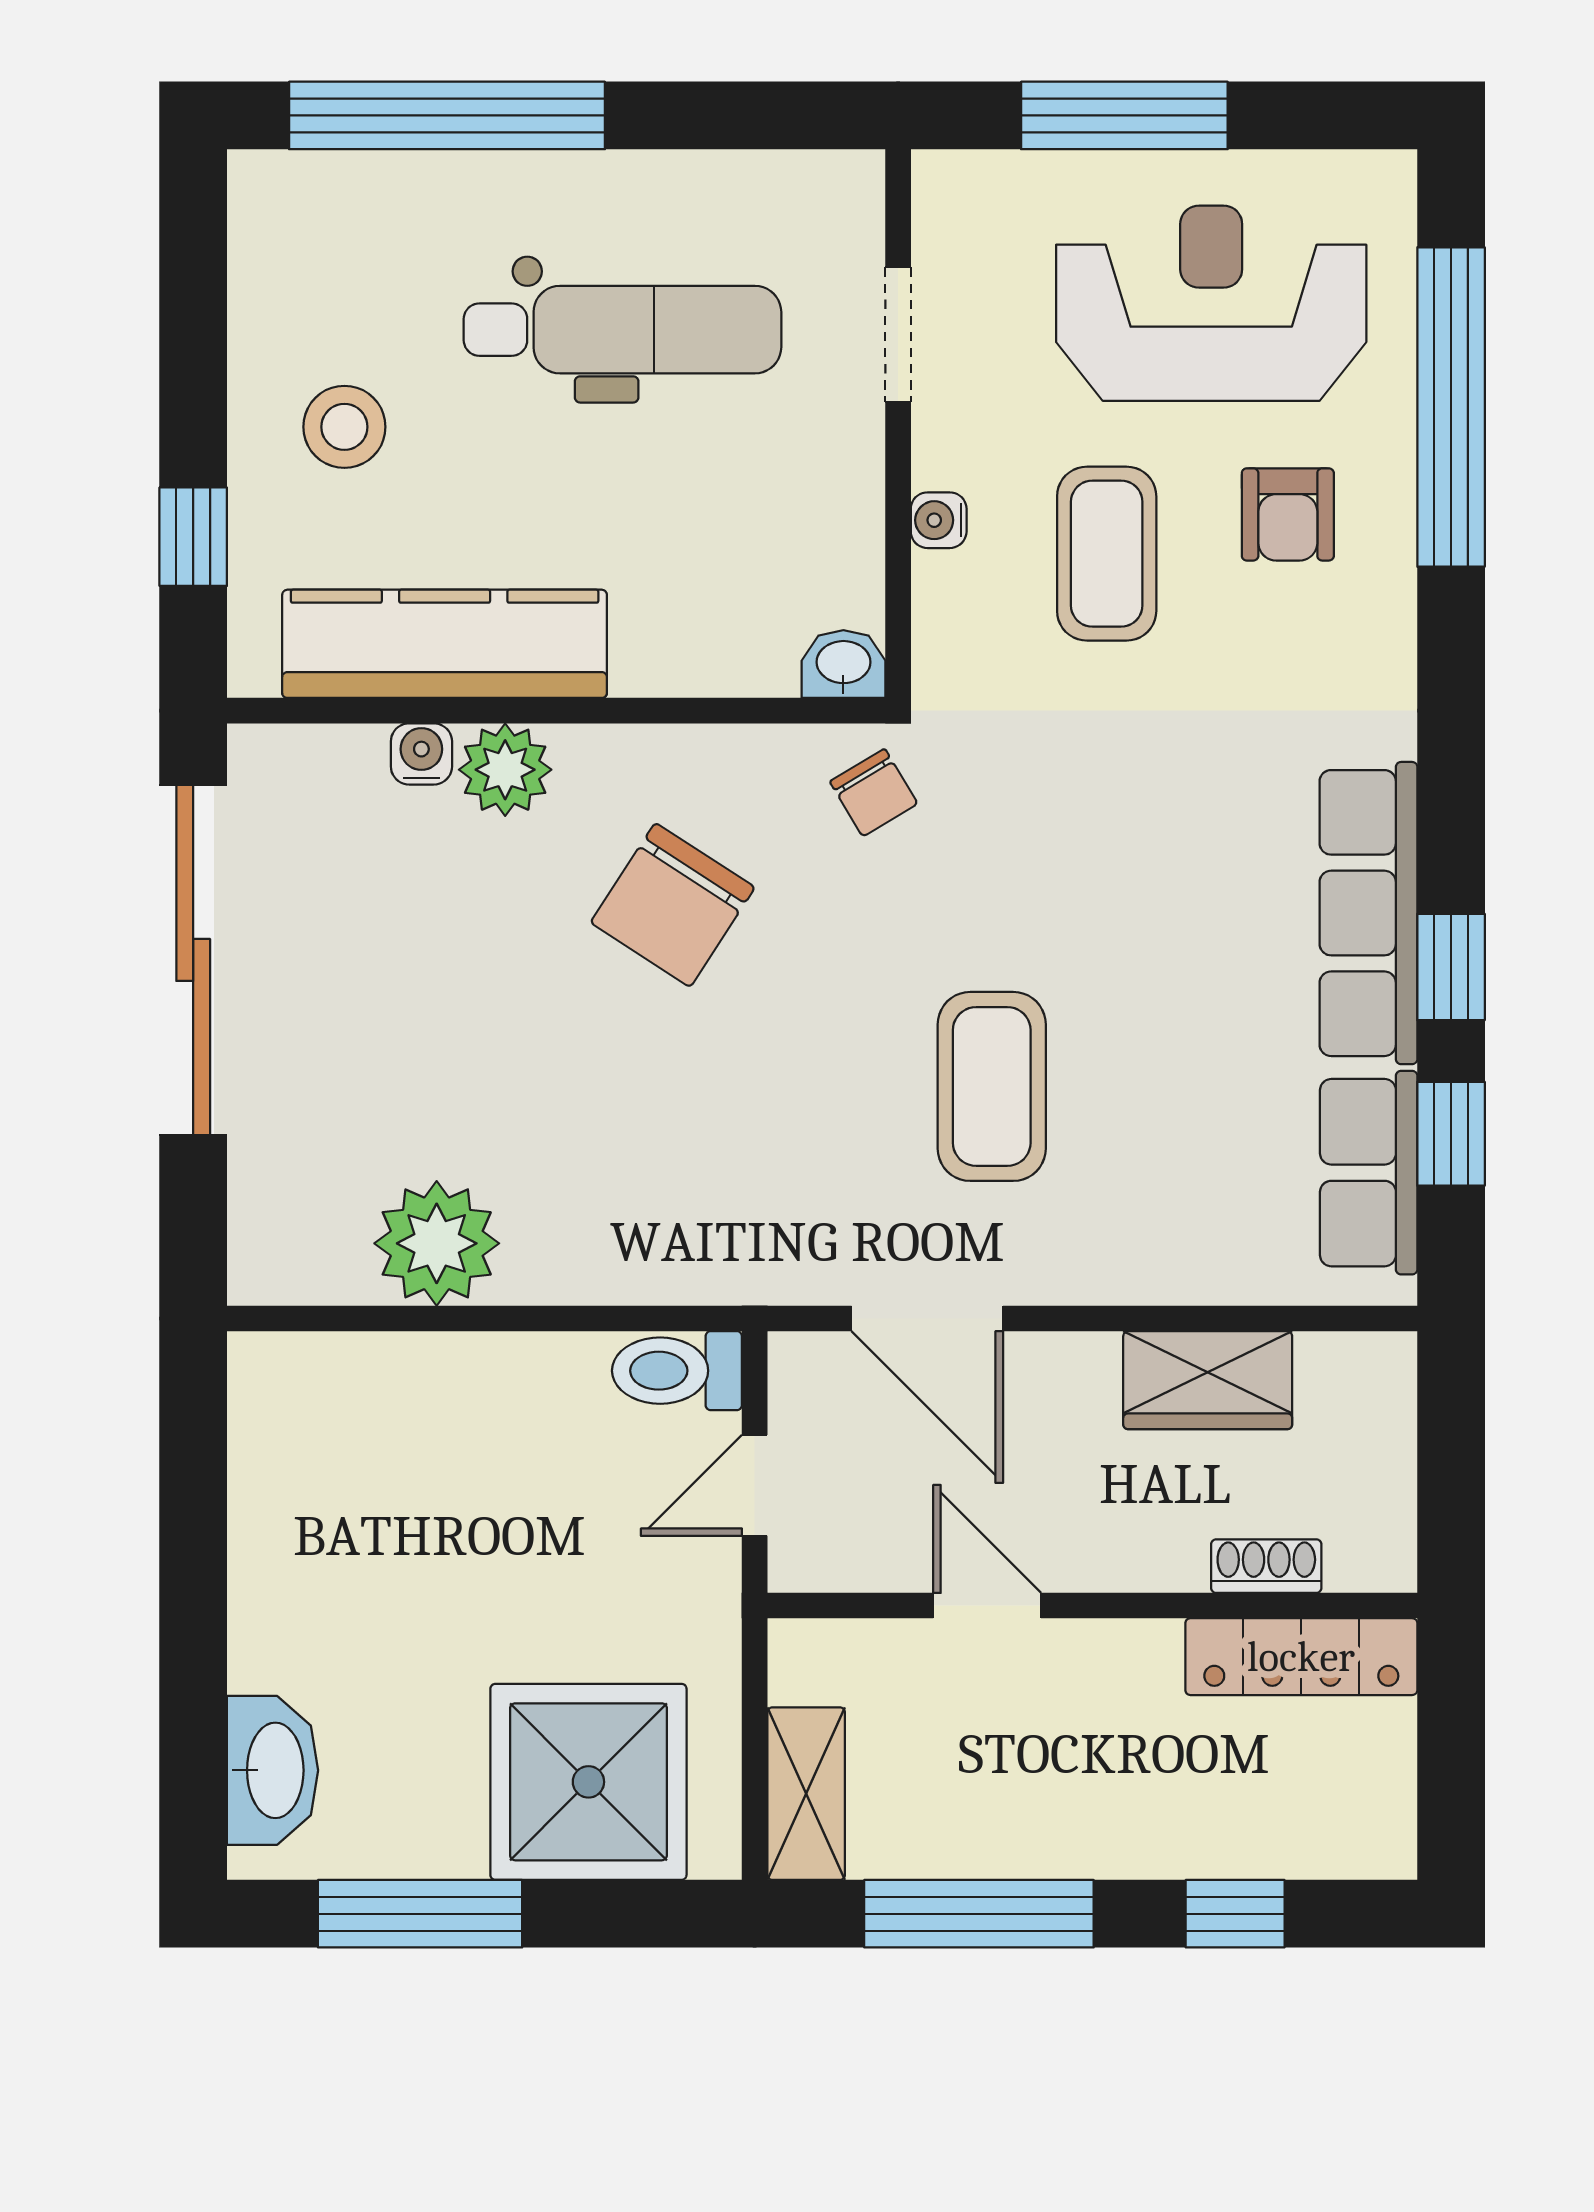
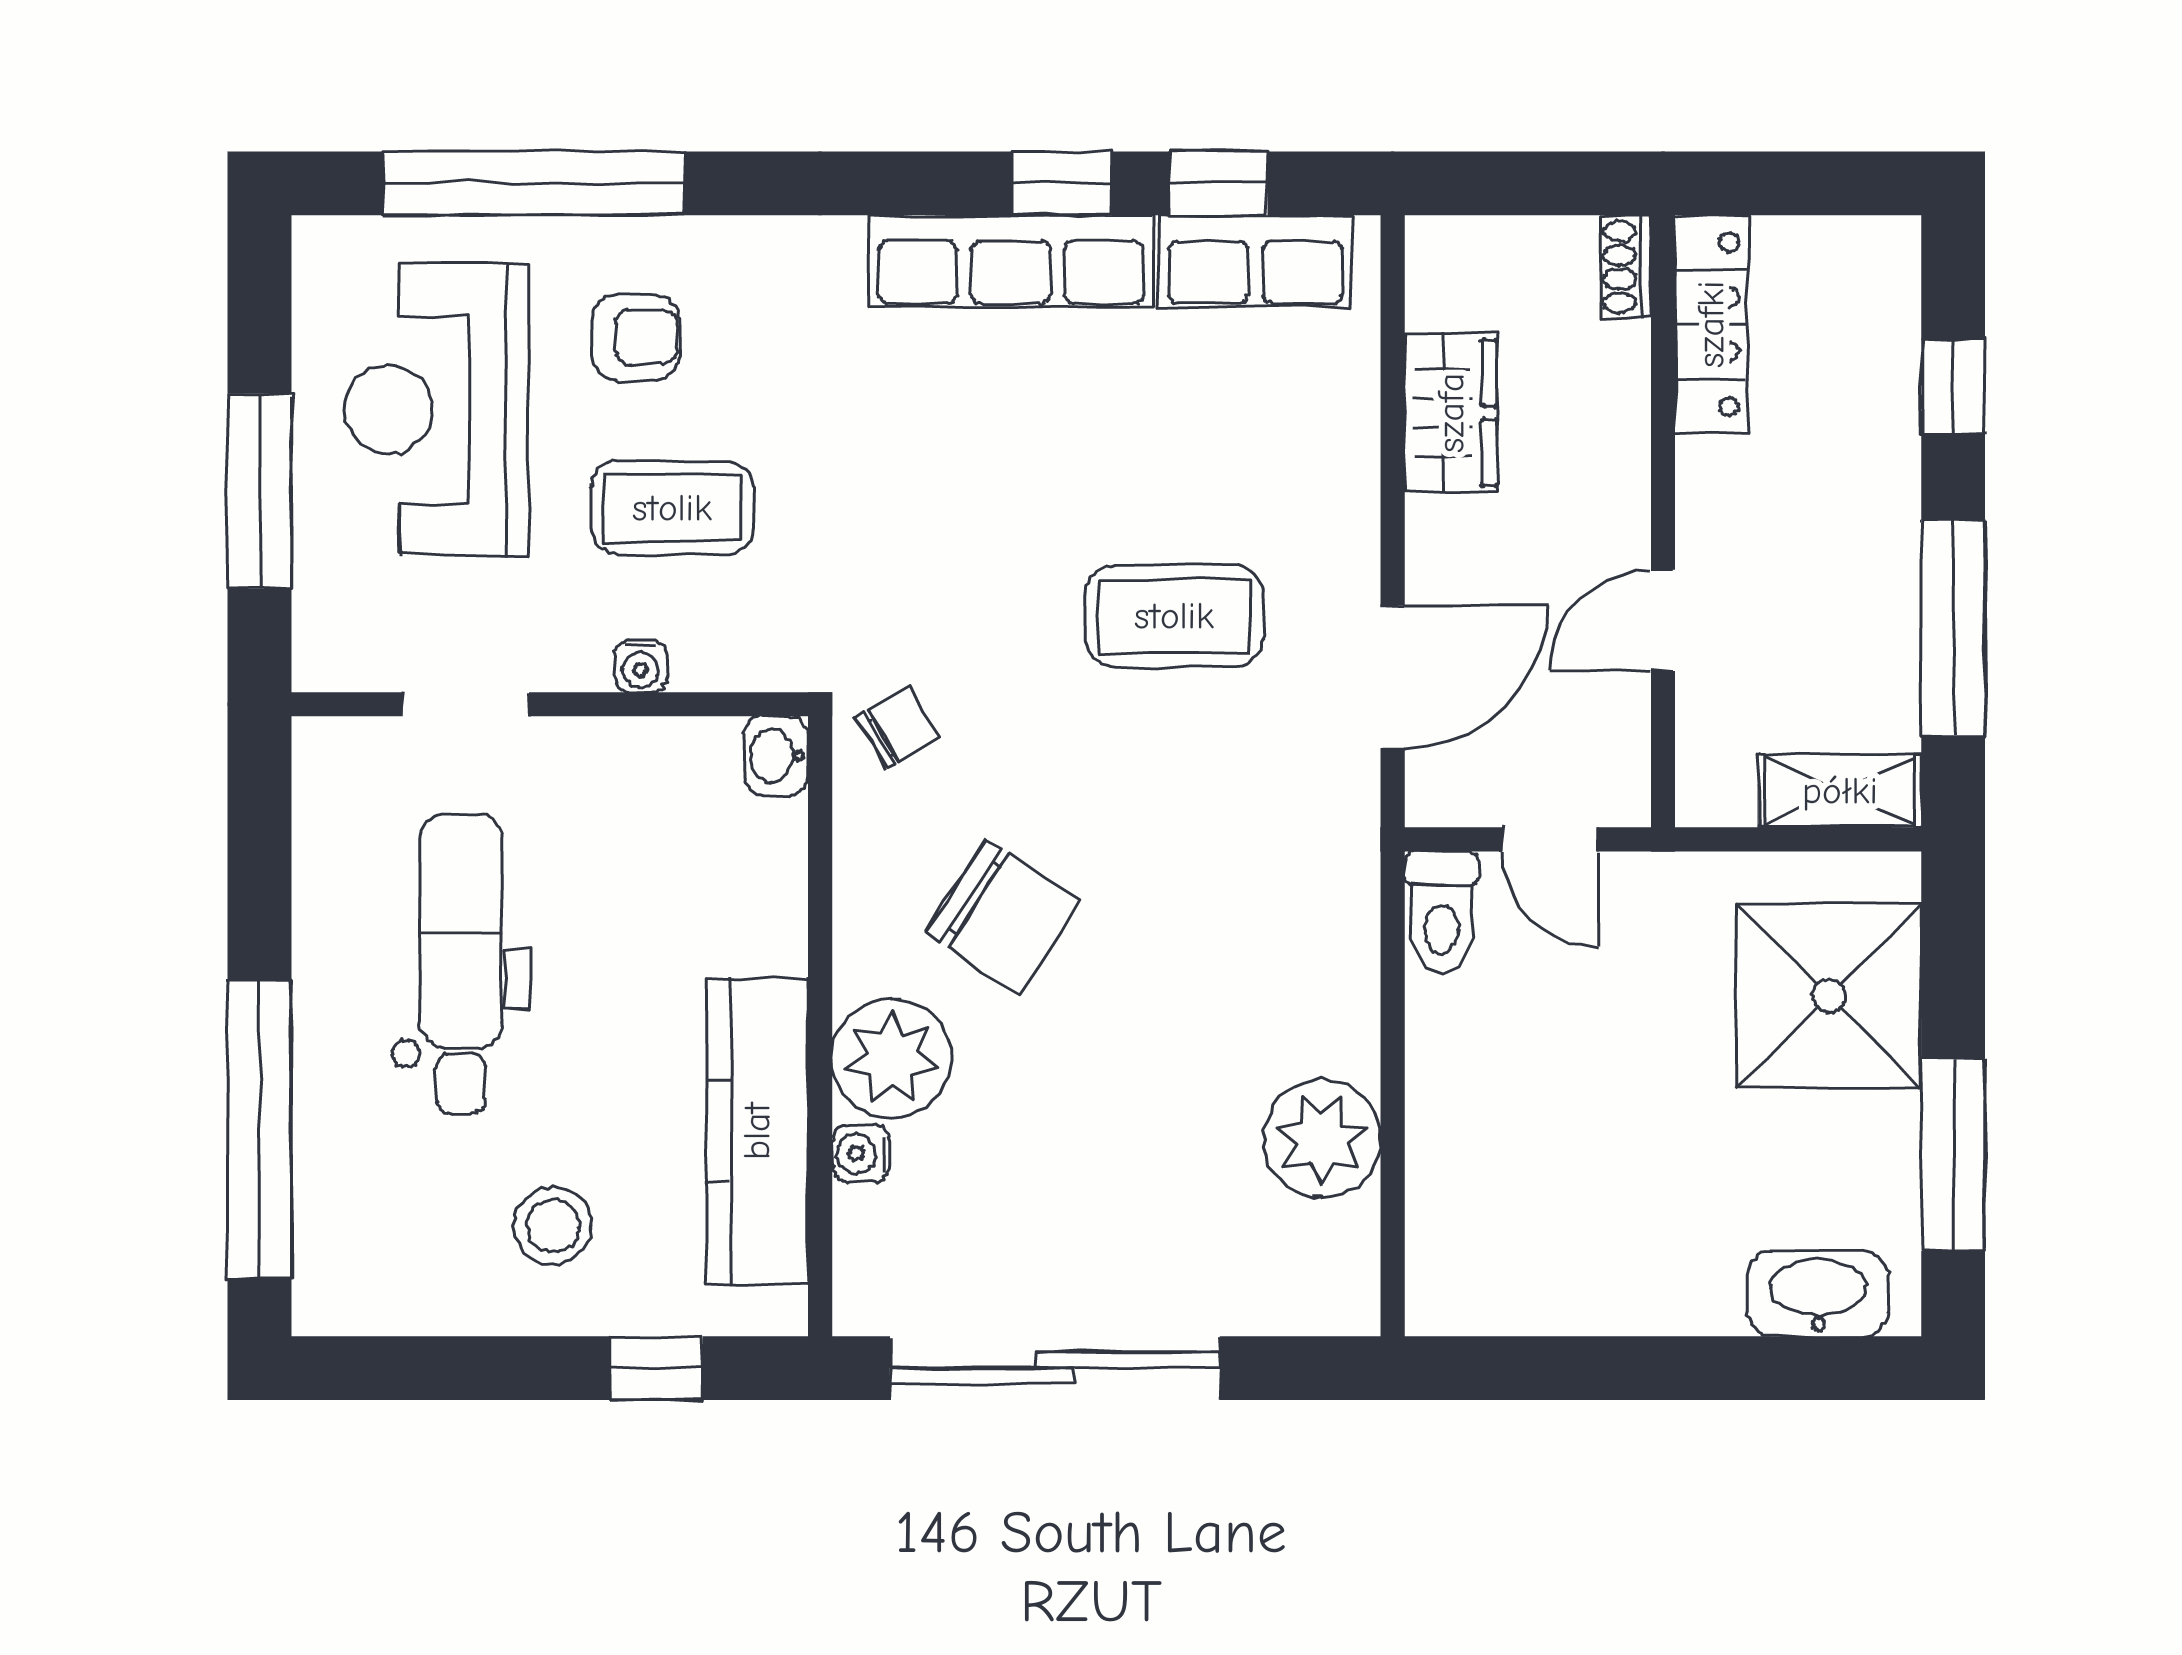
plant: (505, 770) -> (892, 1058), width x1.36, depth x1.36
shoe rack: (1266, 1566) -> (1626, 267), moved

